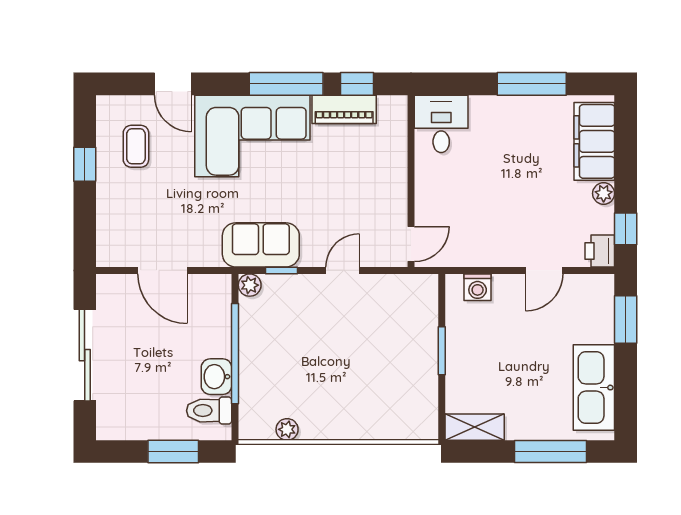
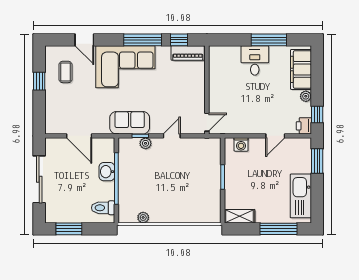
piano: (344, 109) -> (188, 53), moved
desk: (441, 124) -> (255, 60), moved
plant: (250, 285) -> (146, 143), moved
washbasin: (216, 377) -> (107, 172), moved
window: (173, 452) -> (69, 229), moved

